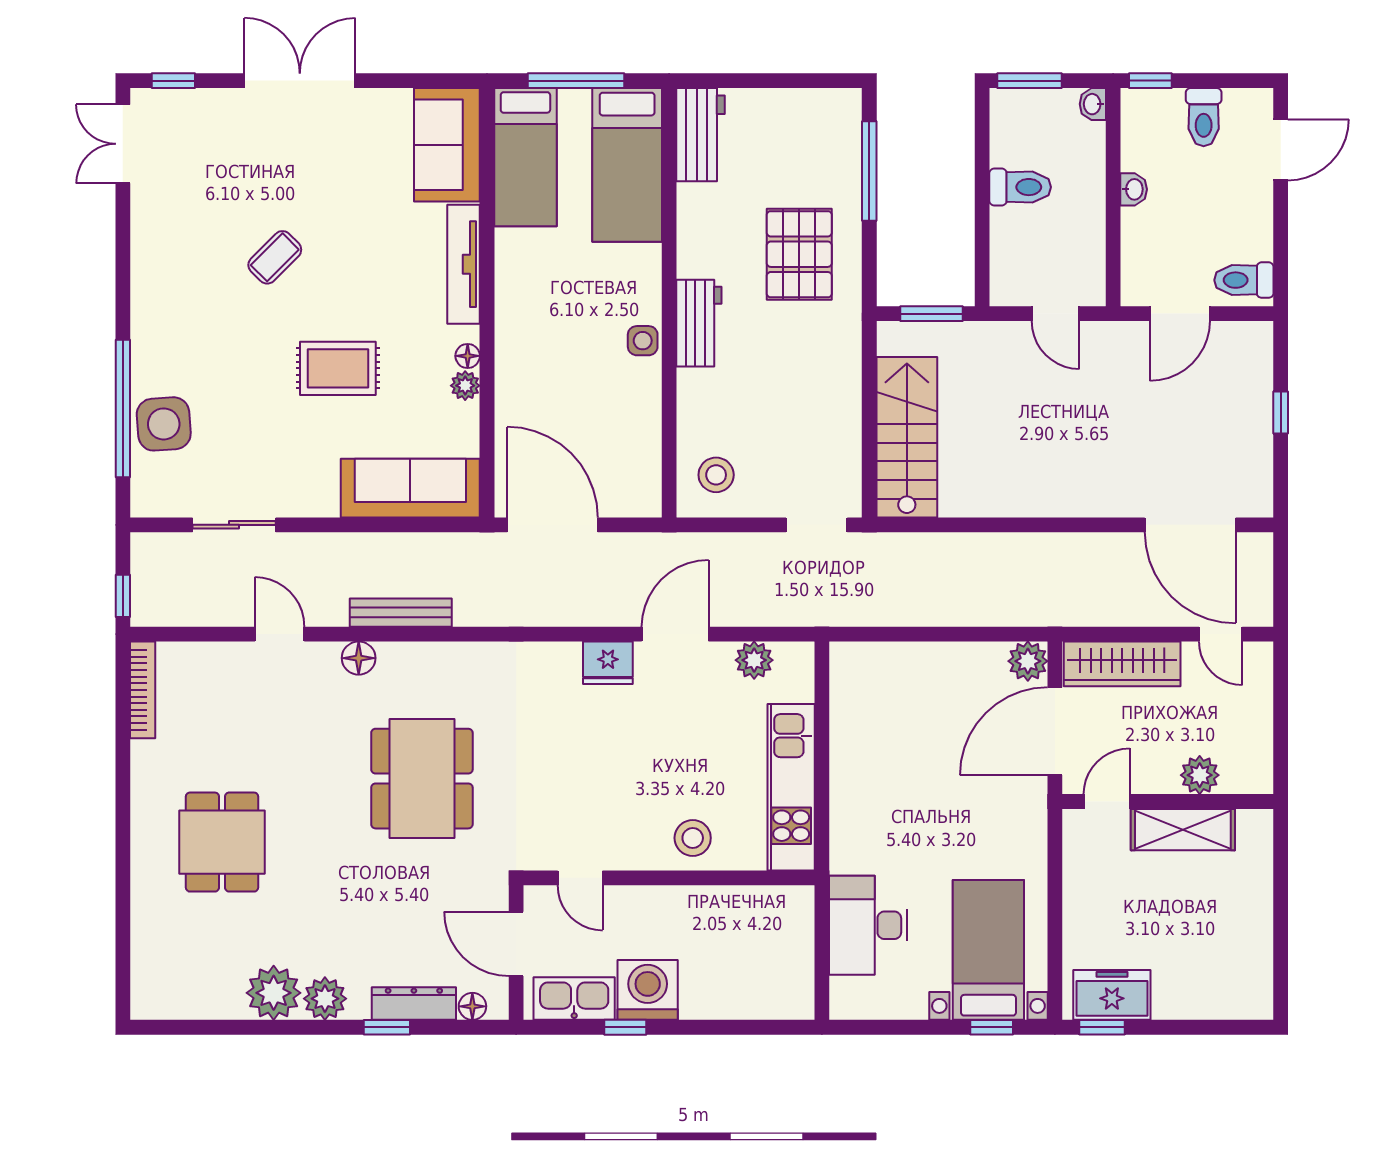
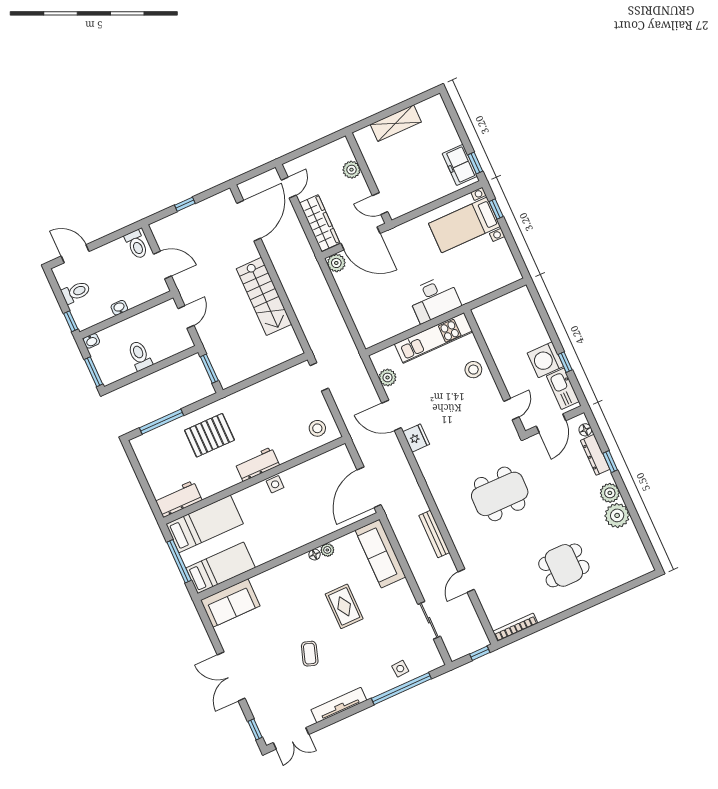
coffee table: (275, 257) -> (310, 654), turned 63
tv unit: (464, 264) -> (339, 705), moved, turned 180
side table: (164, 424) -> (400, 669), width x0.54, depth x0.54
stairs: (907, 437) -> (264, 296), moved, turned -90
floor lamp: (359, 658) -> (461, 543), removed
shelving: (1183, 830) -> (396, 123), moved, turned 90
desk: (868, 925) -> (434, 299), moved

